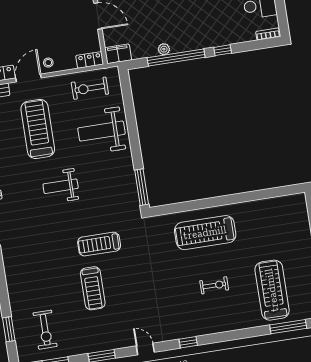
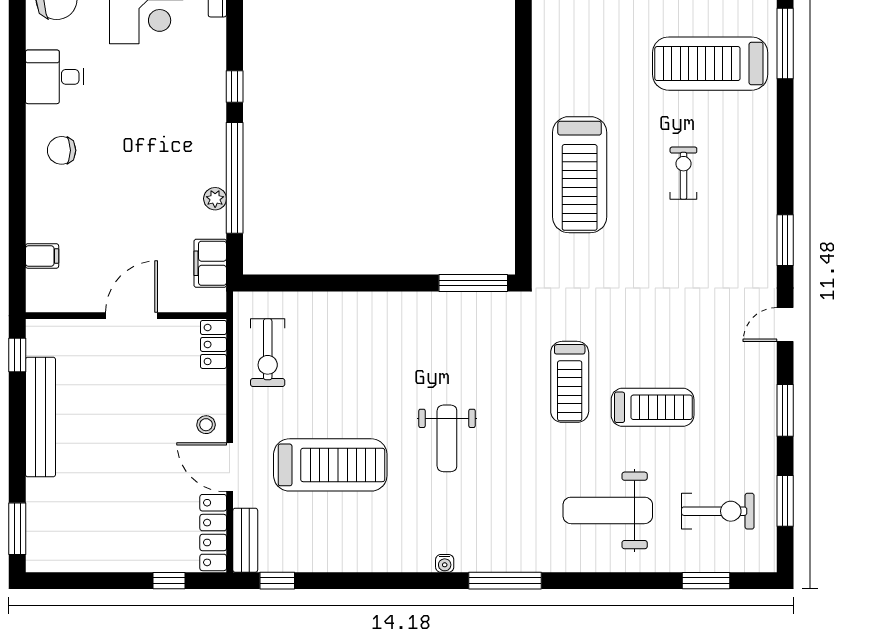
filing cabinet: (118, 54) -> (210, 263), moved
treadmill: (38, 129) -> (330, 465), turned 180
weight bench: (101, 131) -> (608, 510), moved, turned 90
window: (188, 342) -> (785, 240), width x1.50

